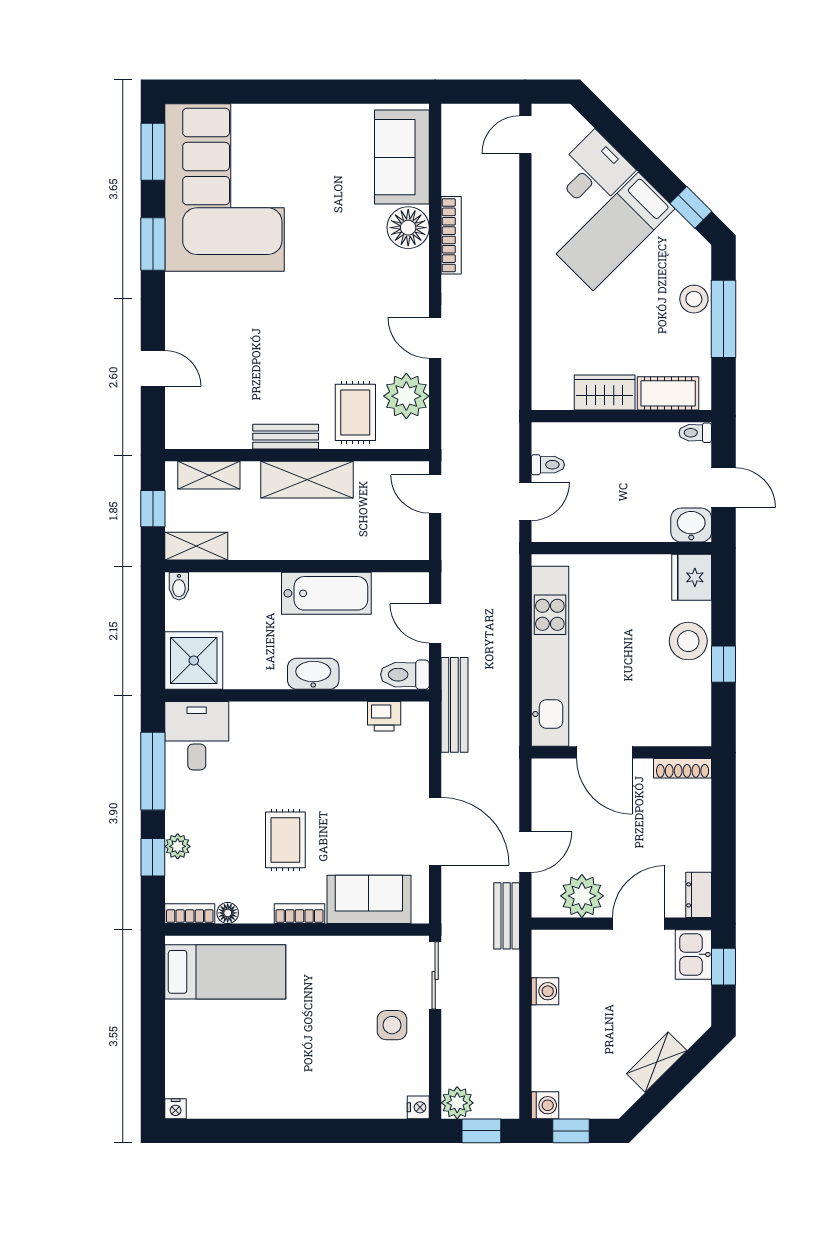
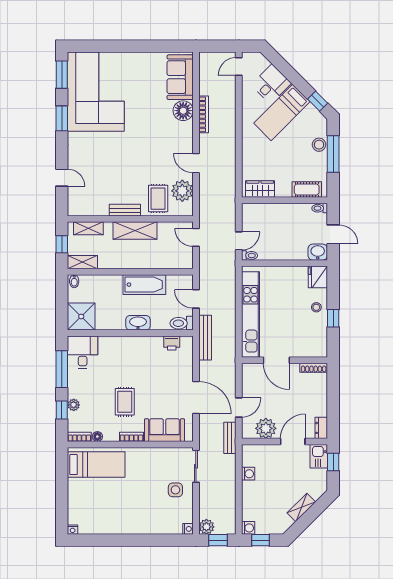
wardrobe: (605, 392) -> (260, 189), moved
toilet: (548, 465) -> (250, 255), moved
stool: (688, 641) -> (316, 307), width x0.53, depth x0.53

